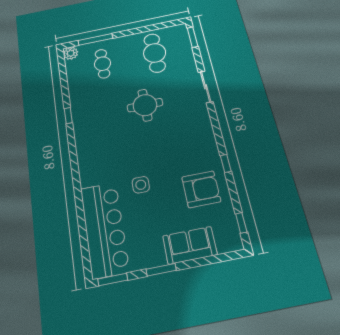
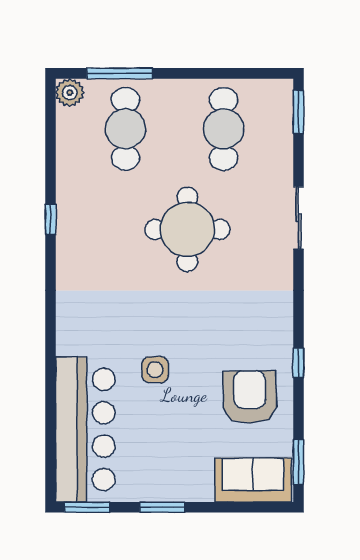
cafe table: (102, 64) -> (125, 129), width x1.37, depth x1.35
round table: (145, 105) -> (187, 229), width x1.36, depth x1.36
armchair: (201, 189) -> (250, 397), turned -91
window: (241, 223) -> (298, 462), width x1.50
sofa: (190, 245) -> (253, 480), moved

